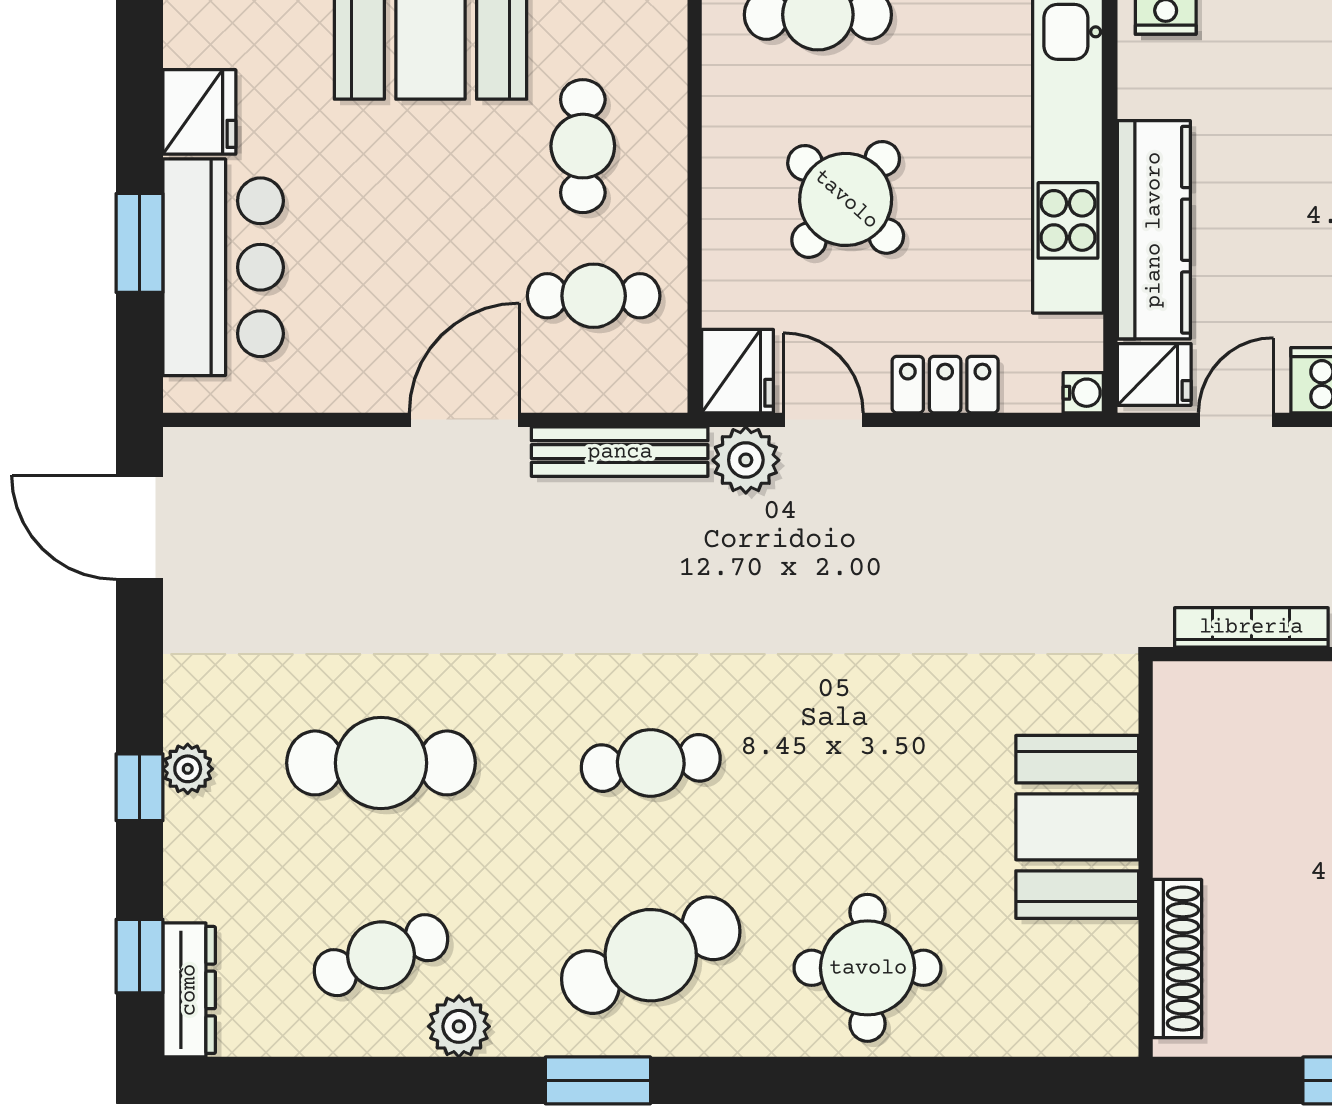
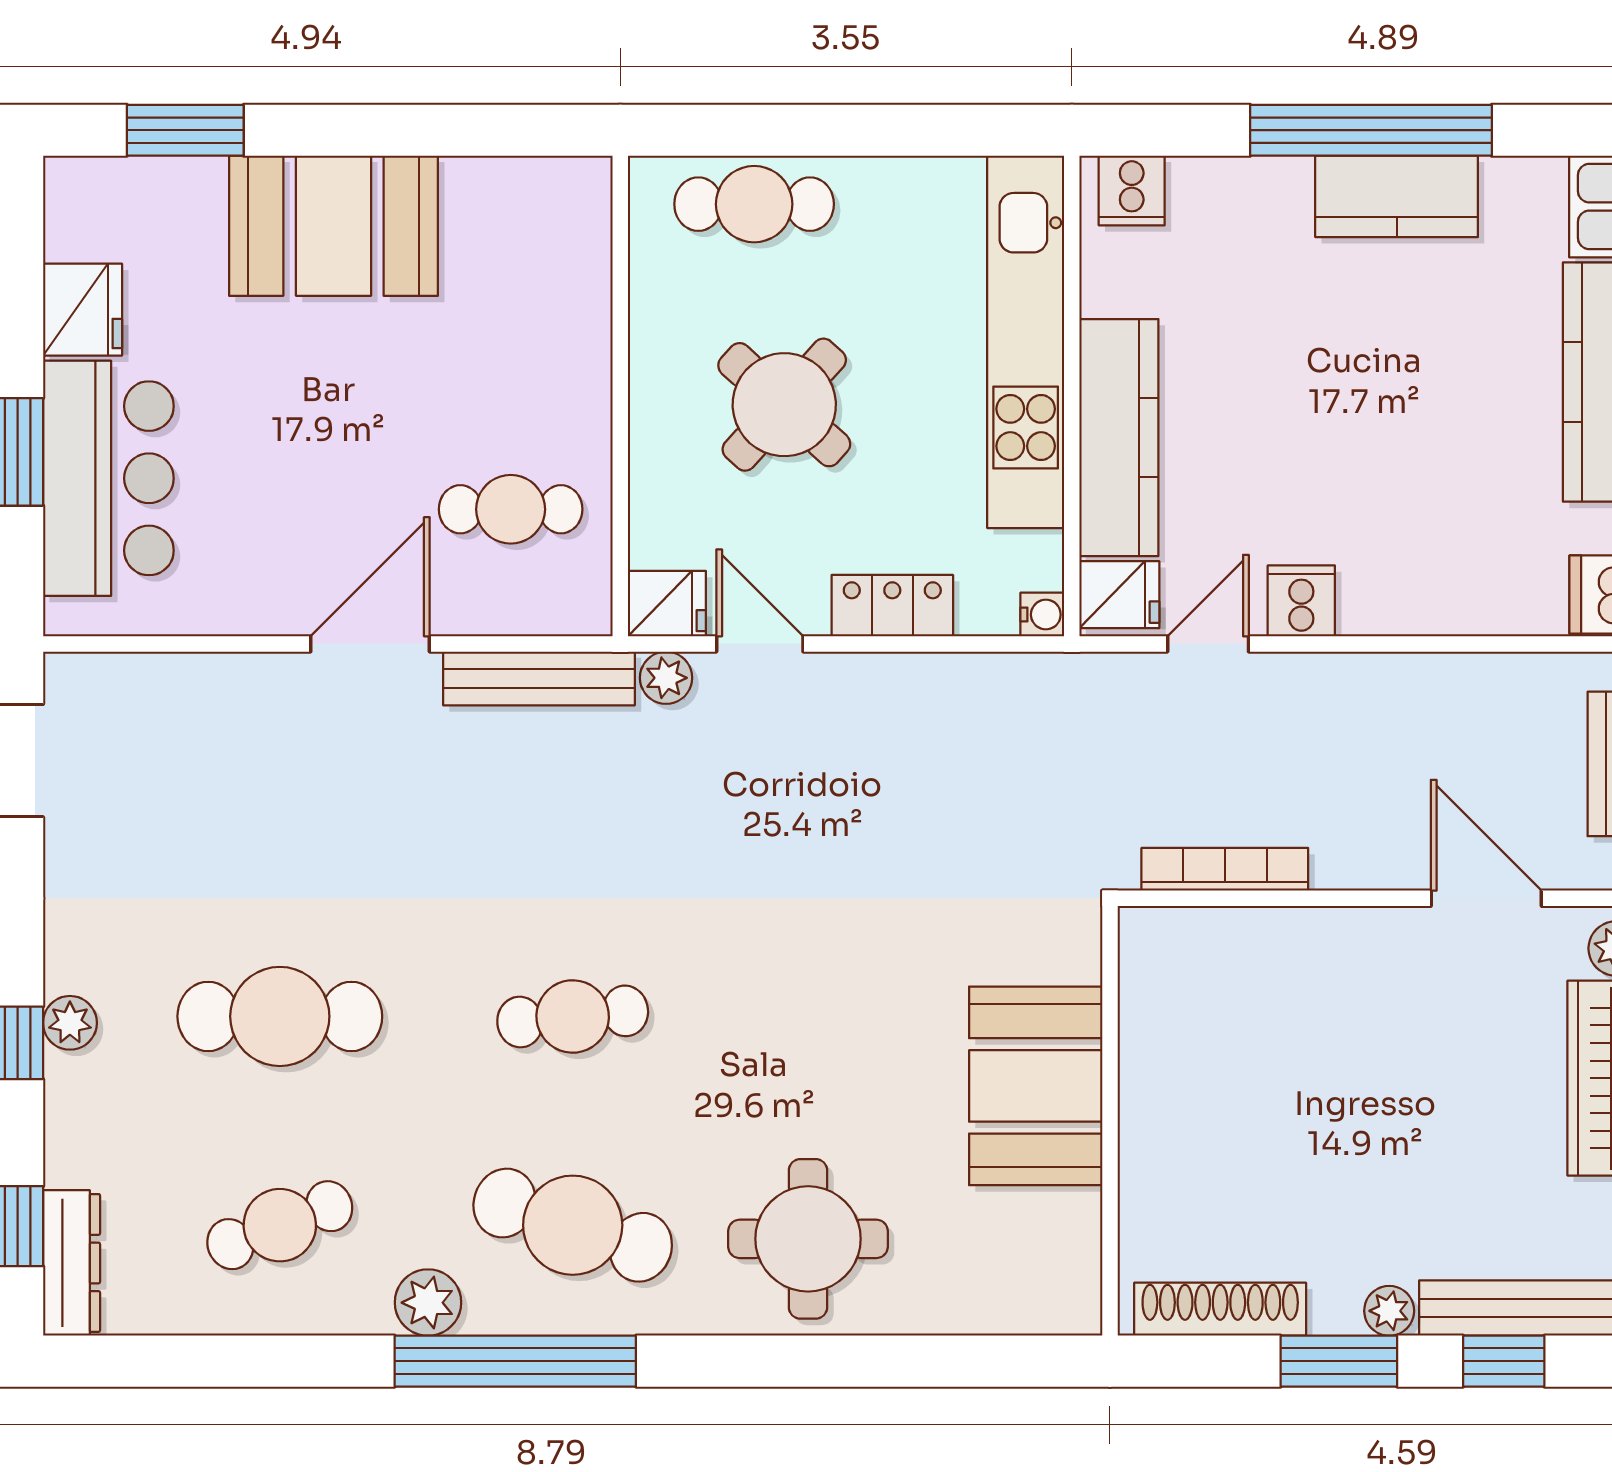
cafe table: (583, 146) -> (499, 347), removed
fridge: (738, 371) -> (667, 604), width x0.72
plant: (746, 460) -> (666, 678), width x0.73, depth x0.73
cafe table: (651, 955) -> (573, 1225), turned 42
shoe rack: (1177, 959) -> (1220, 1309), moved, turned -90
plant: (459, 1026) -> (428, 1303), moved
window: (598, 1080) -> (515, 1361), width x2.11

